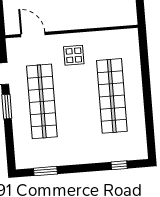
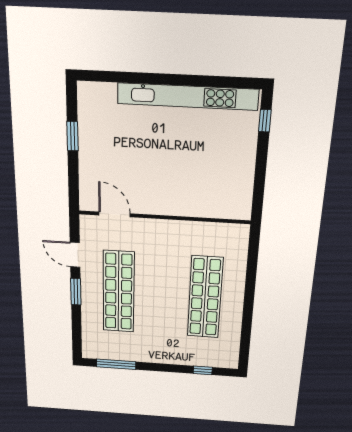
display table: (74, 55) -> (164, 246), removed
window: (45, 171) -> (116, 364), width x1.44

